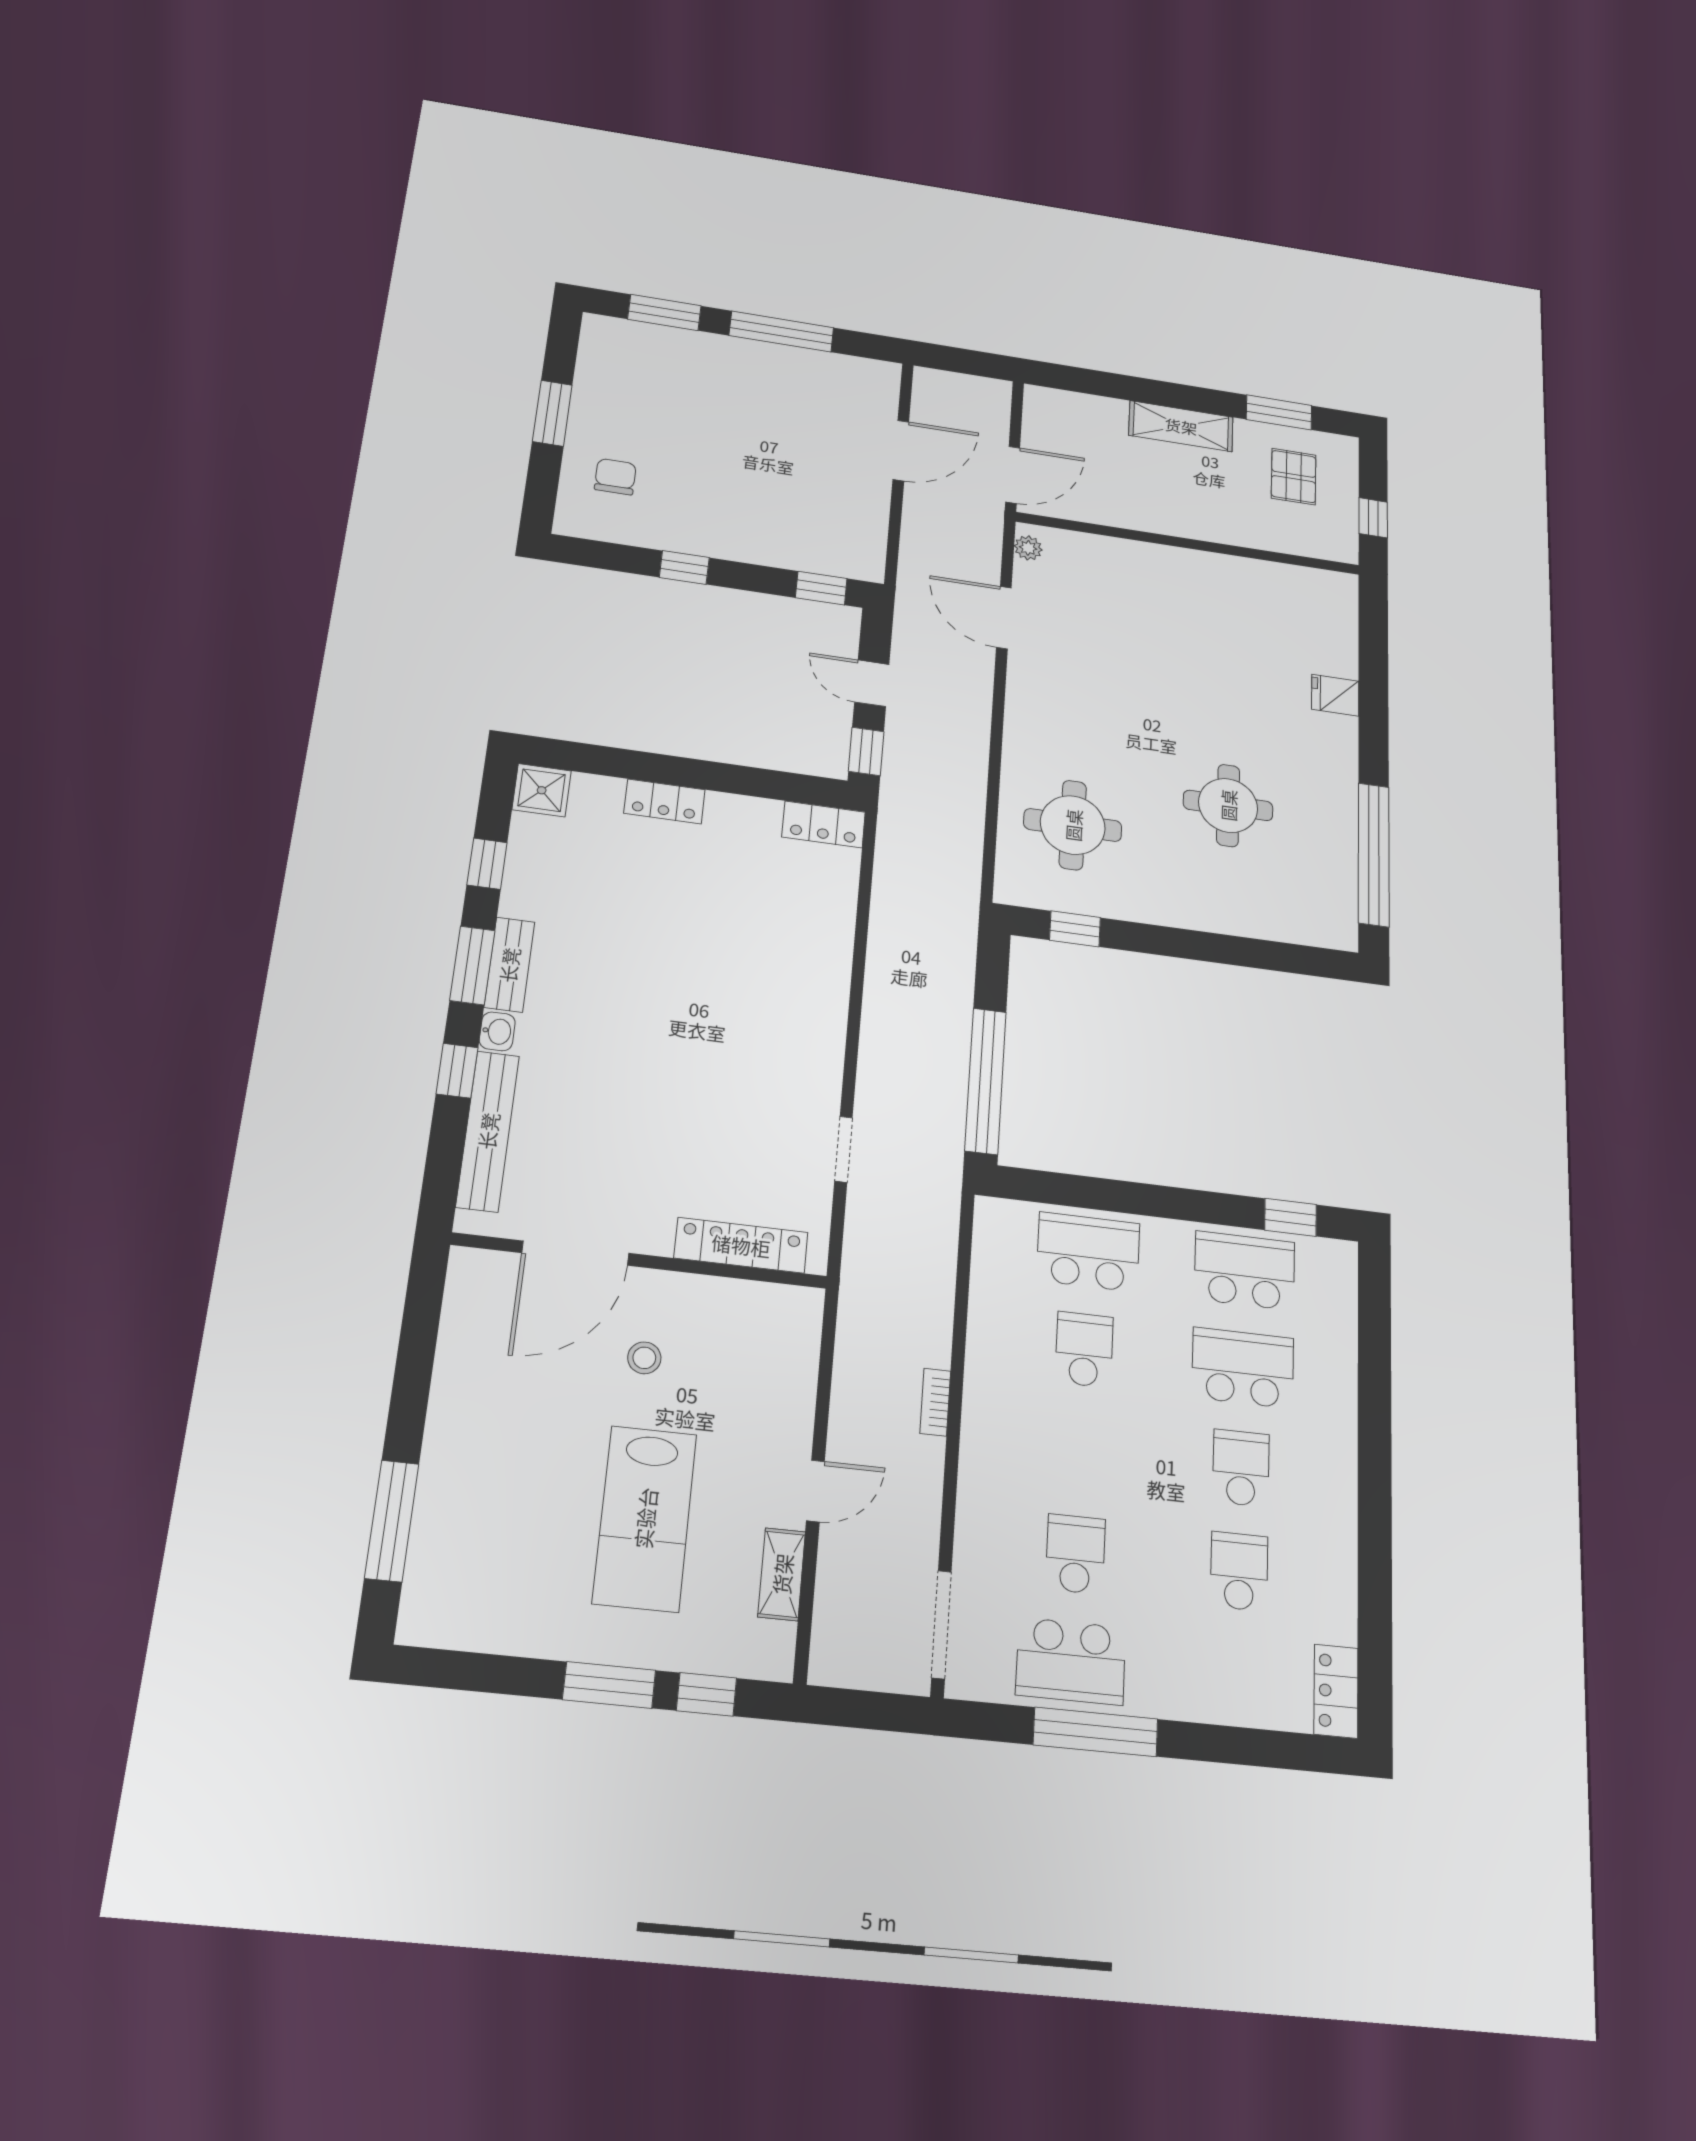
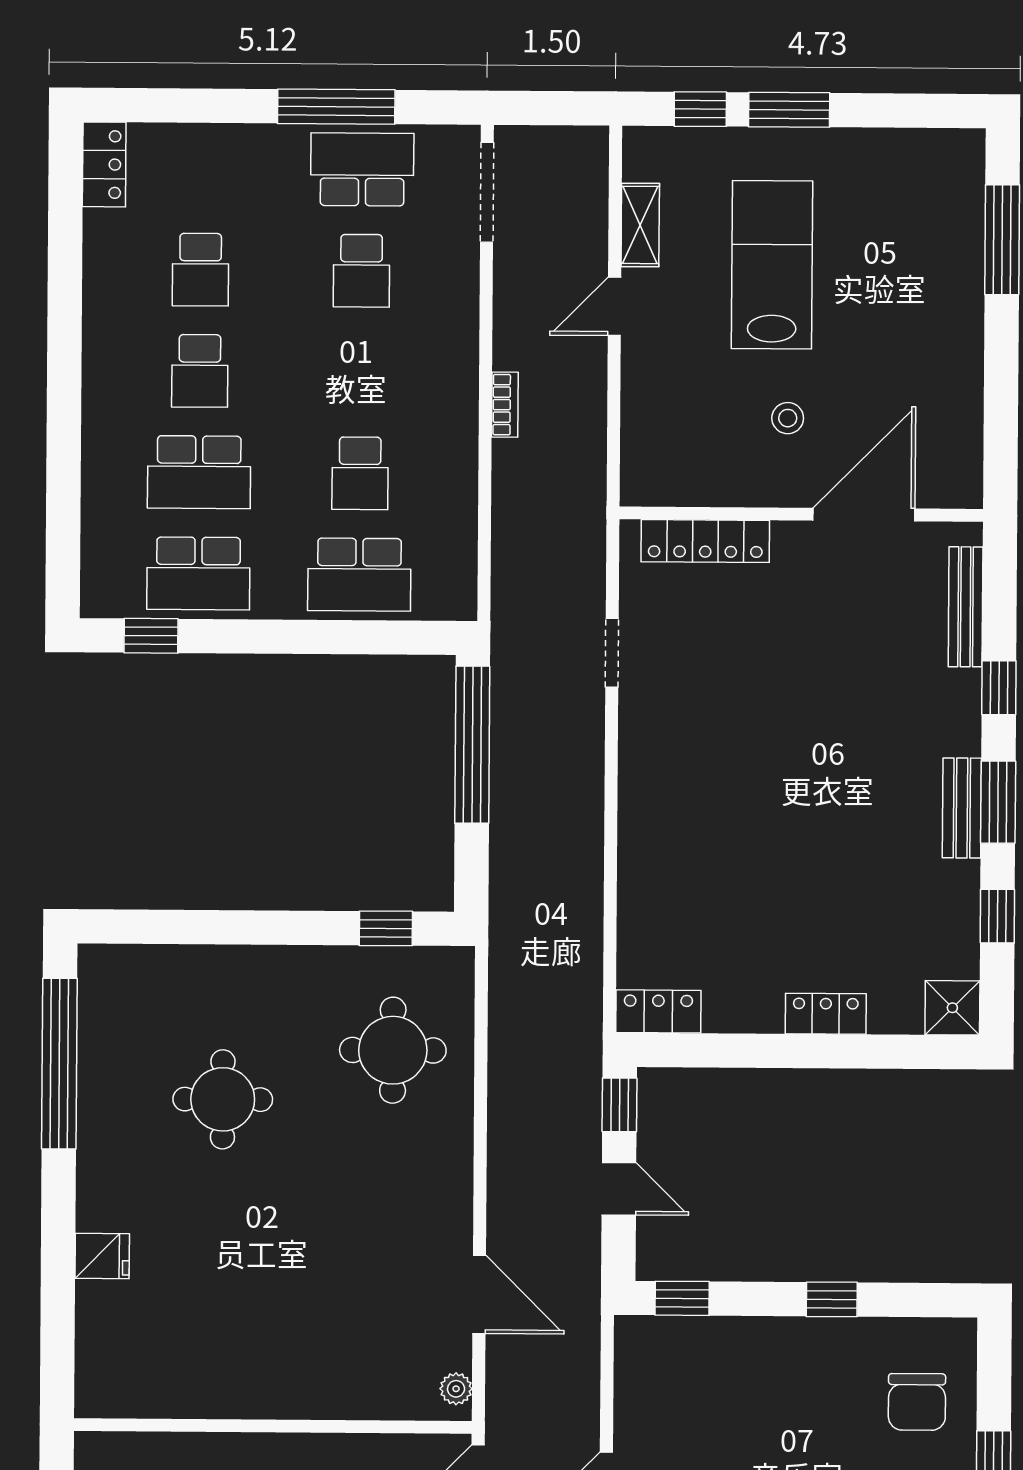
chair: (615, 477) -> (917, 1402), width x1.37, depth x1.37
washbasin: (497, 1031) -> (965, 734), removed
bench: (488, 1131) -> (966, 607), width x0.73, depth x0.82

